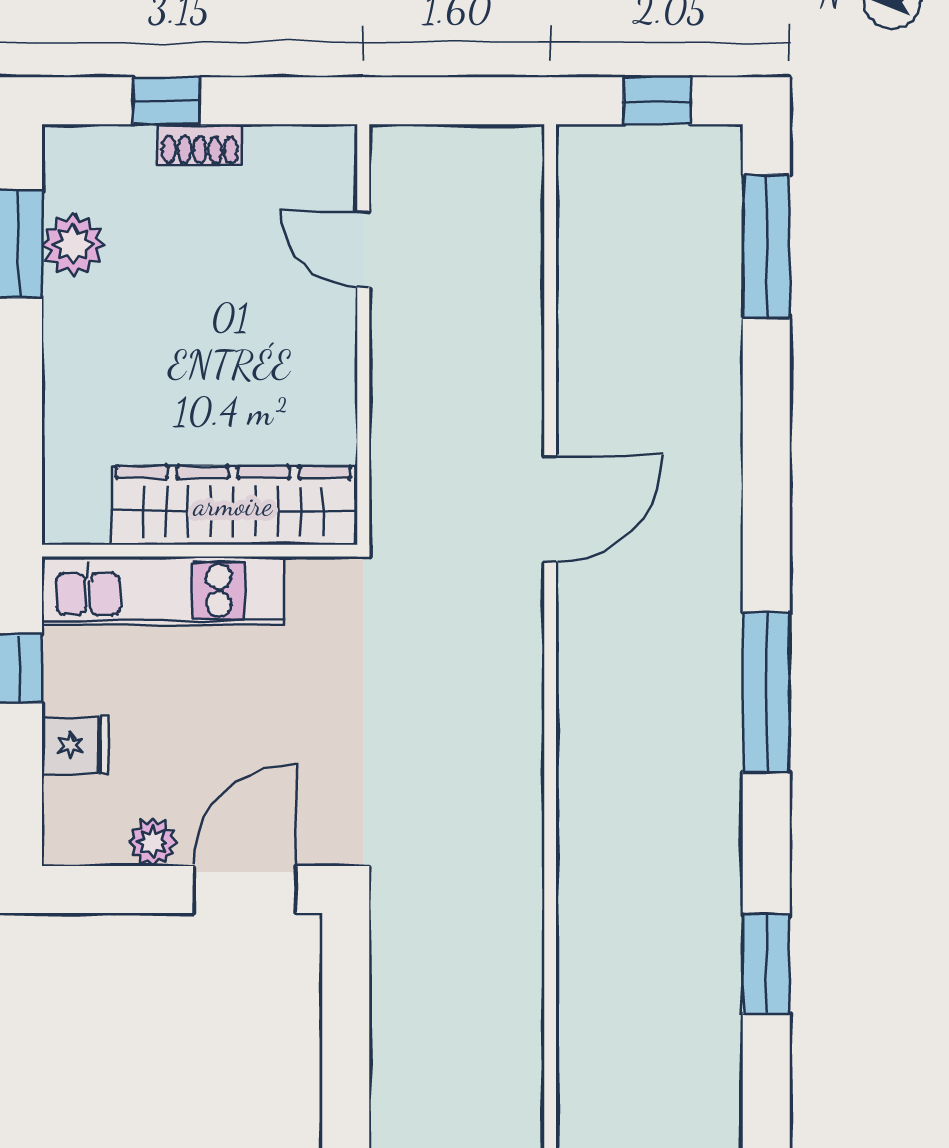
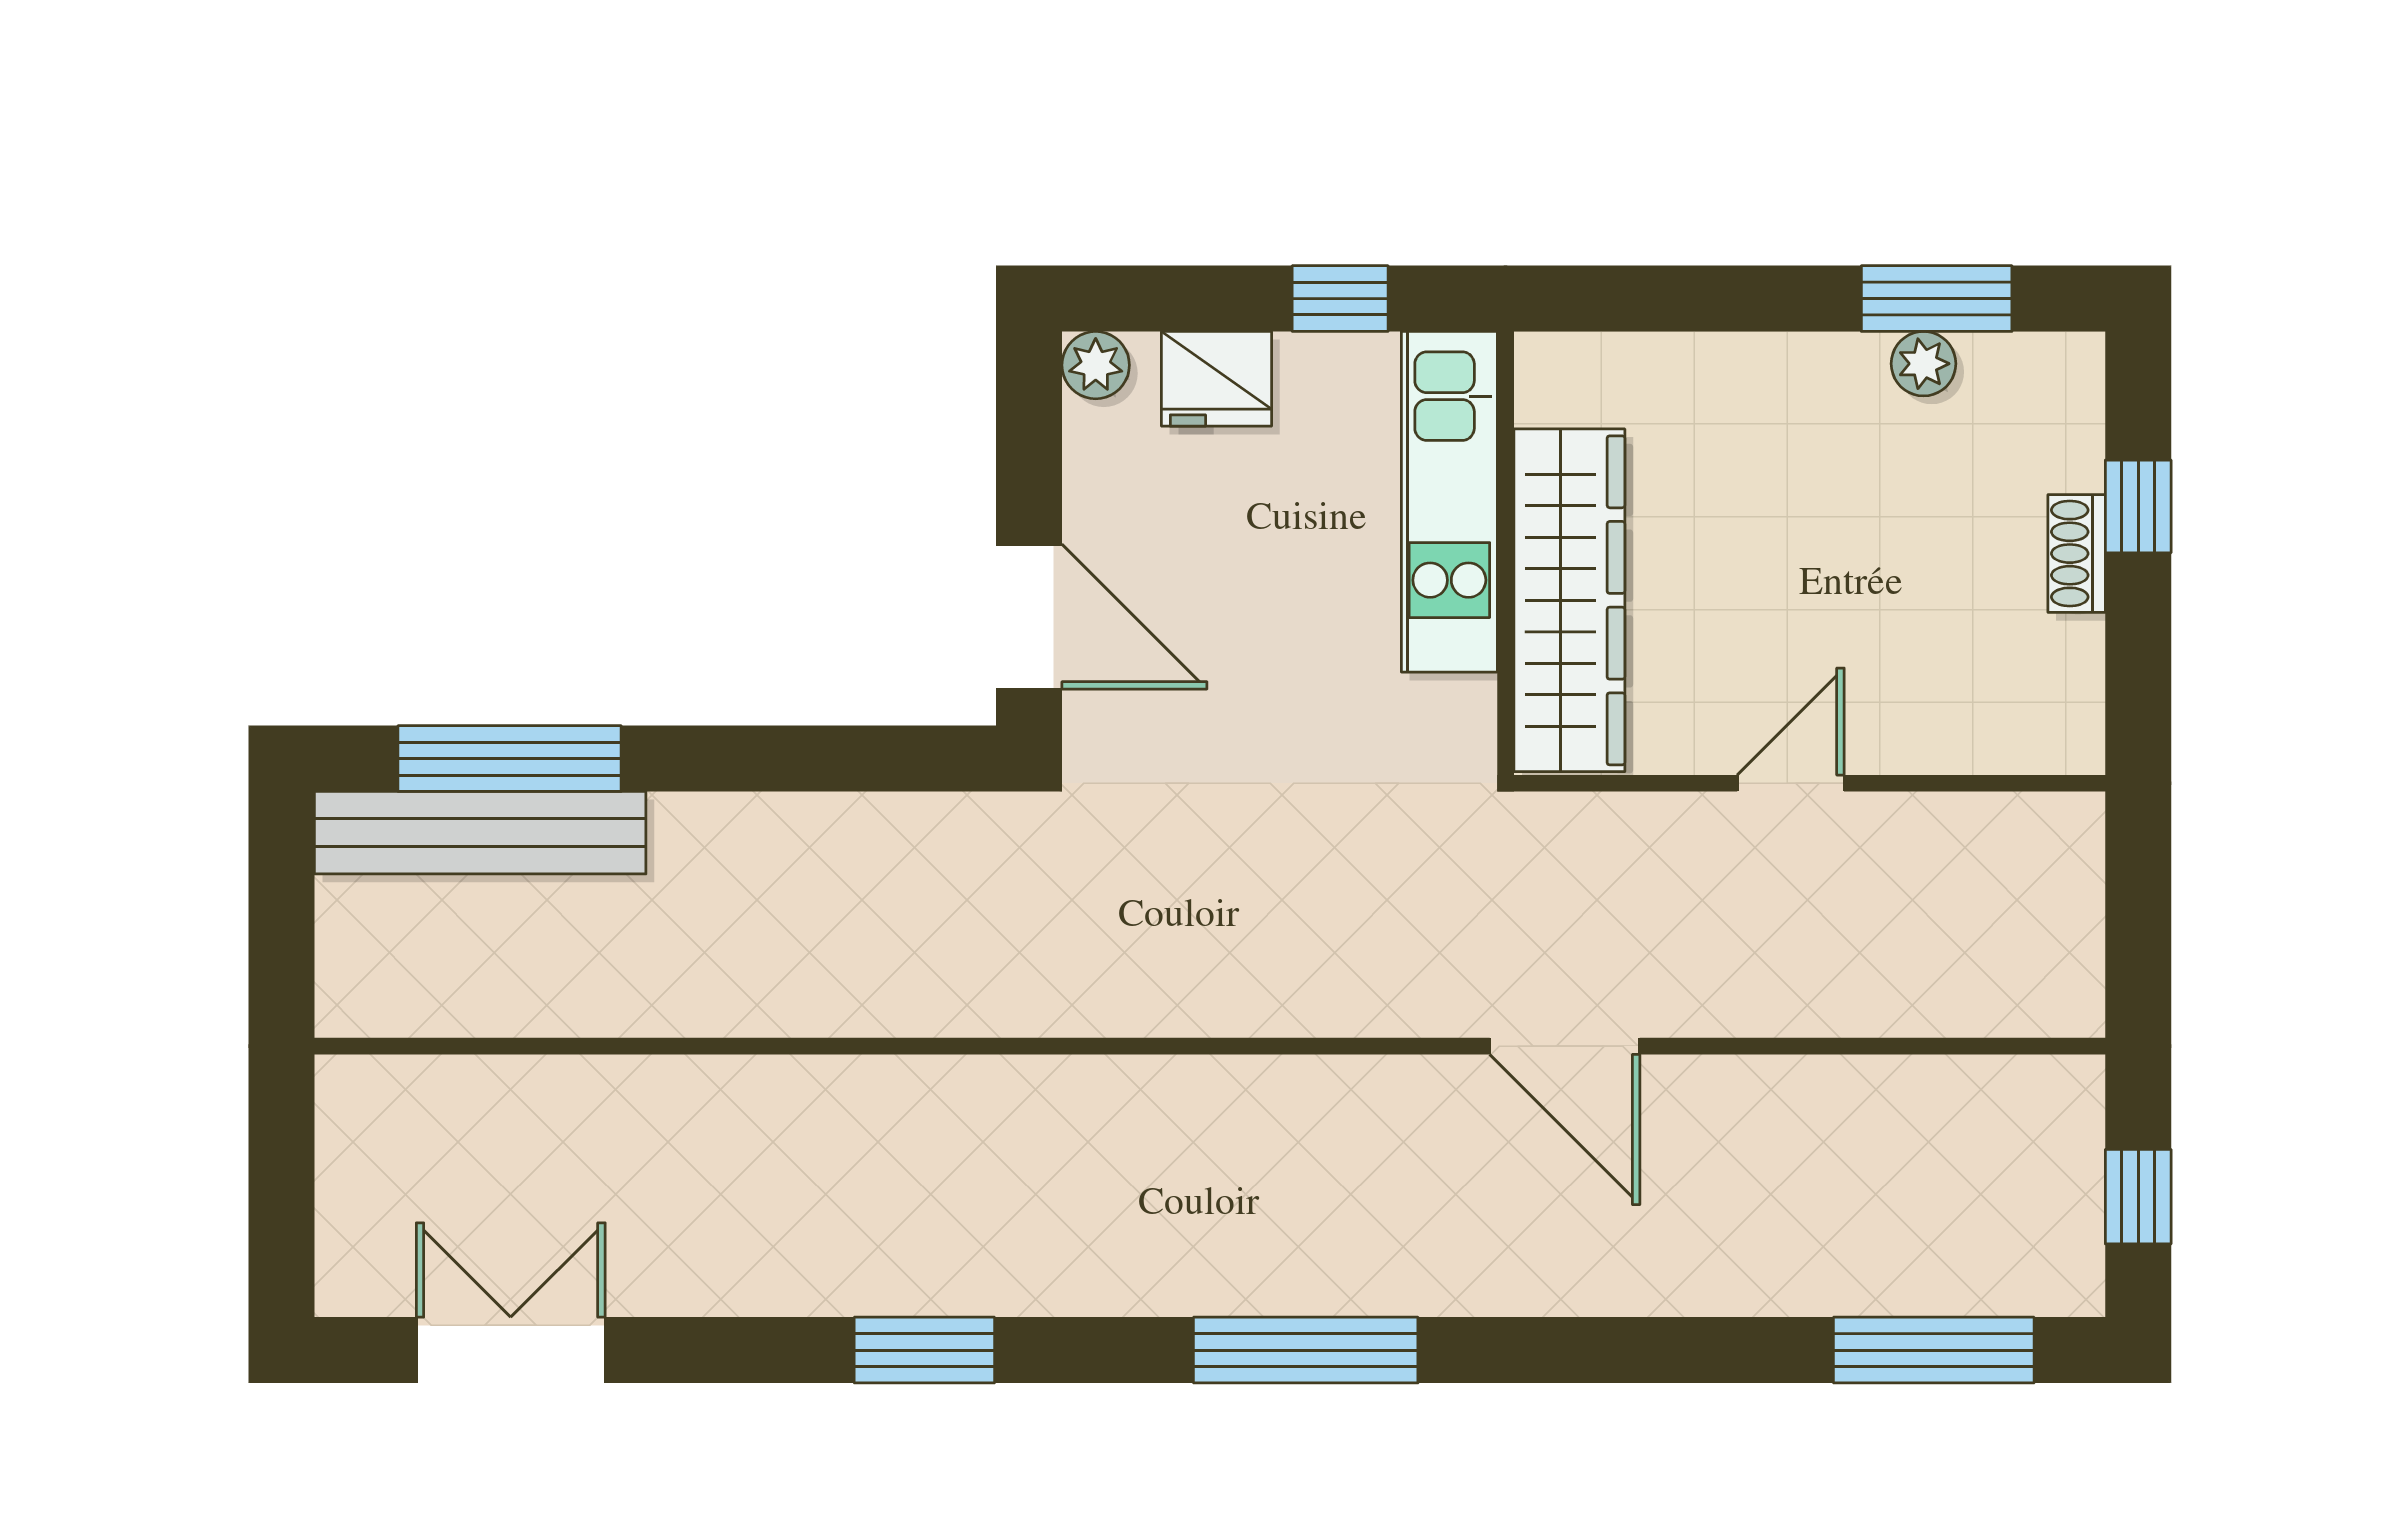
plant: (73, 245) -> (1924, 364), width x0.73, depth x0.73
door: (363, 249) -> (1791, 783), moved
fridge: (76, 745) -> (1217, 379), width x1.38
plant: (153, 842) -> (1096, 365), moved

